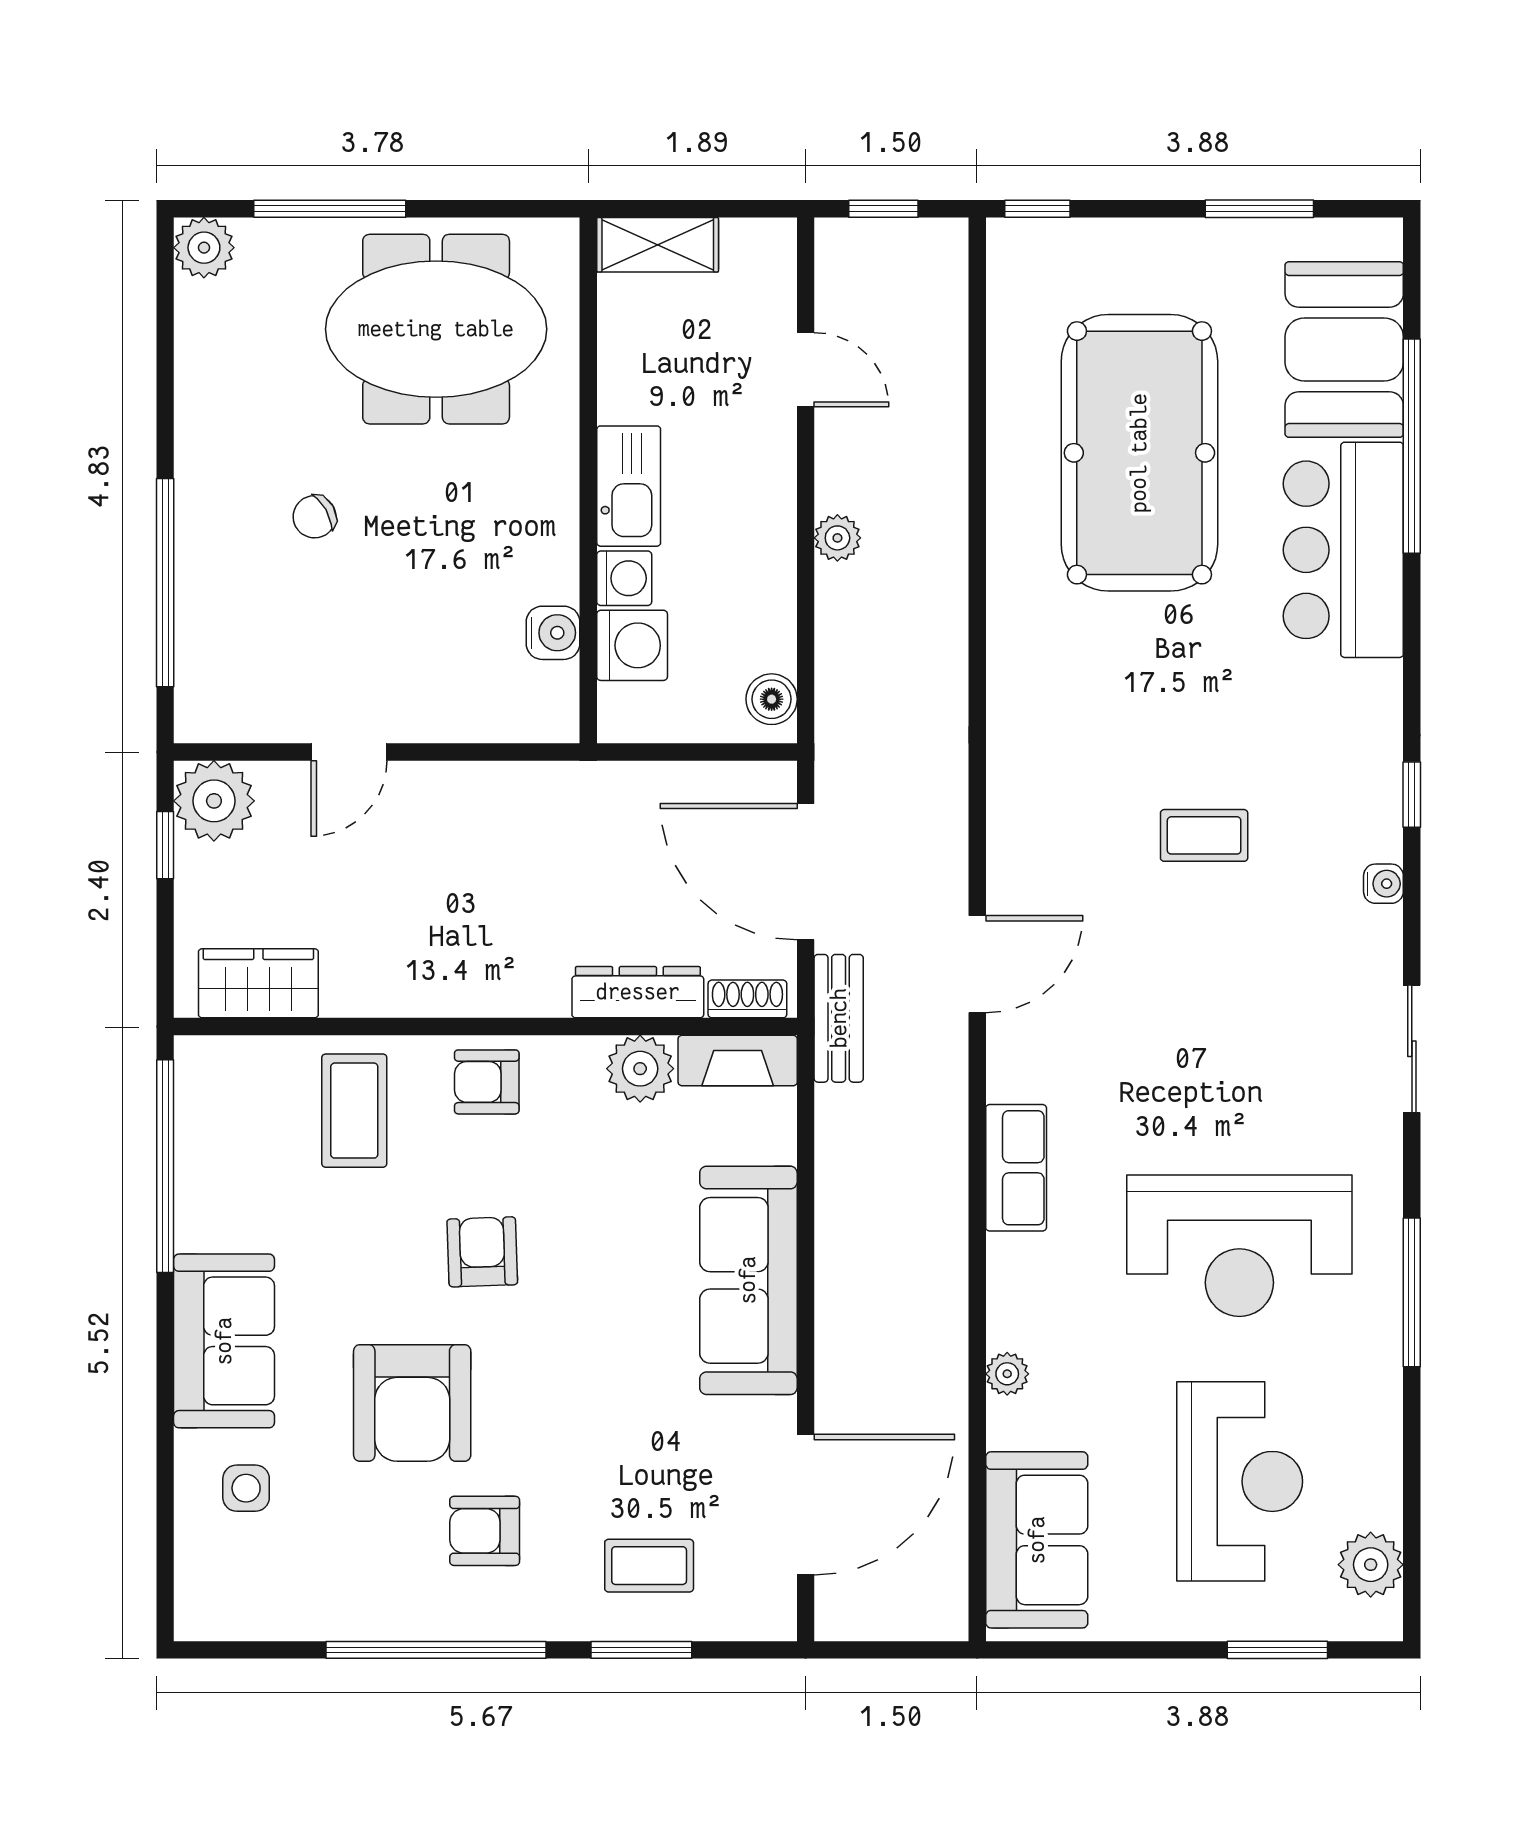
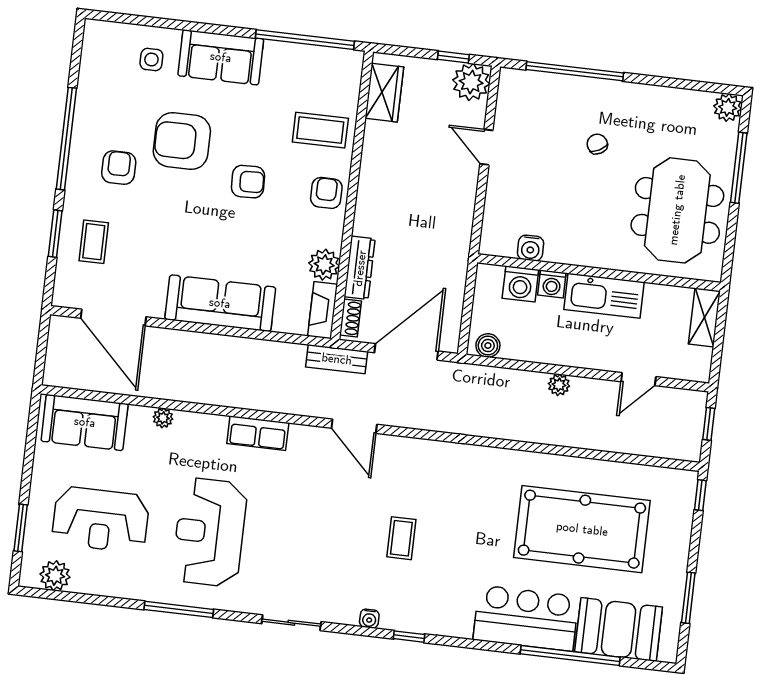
kitchen sink: (629, 486) -> (604, 296), width x1.36, depth x1.24

